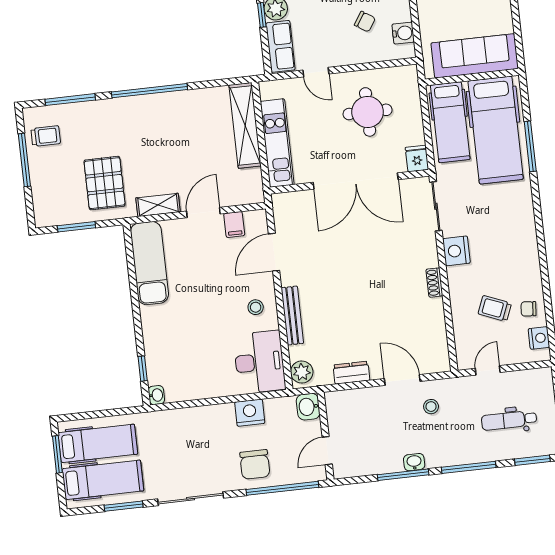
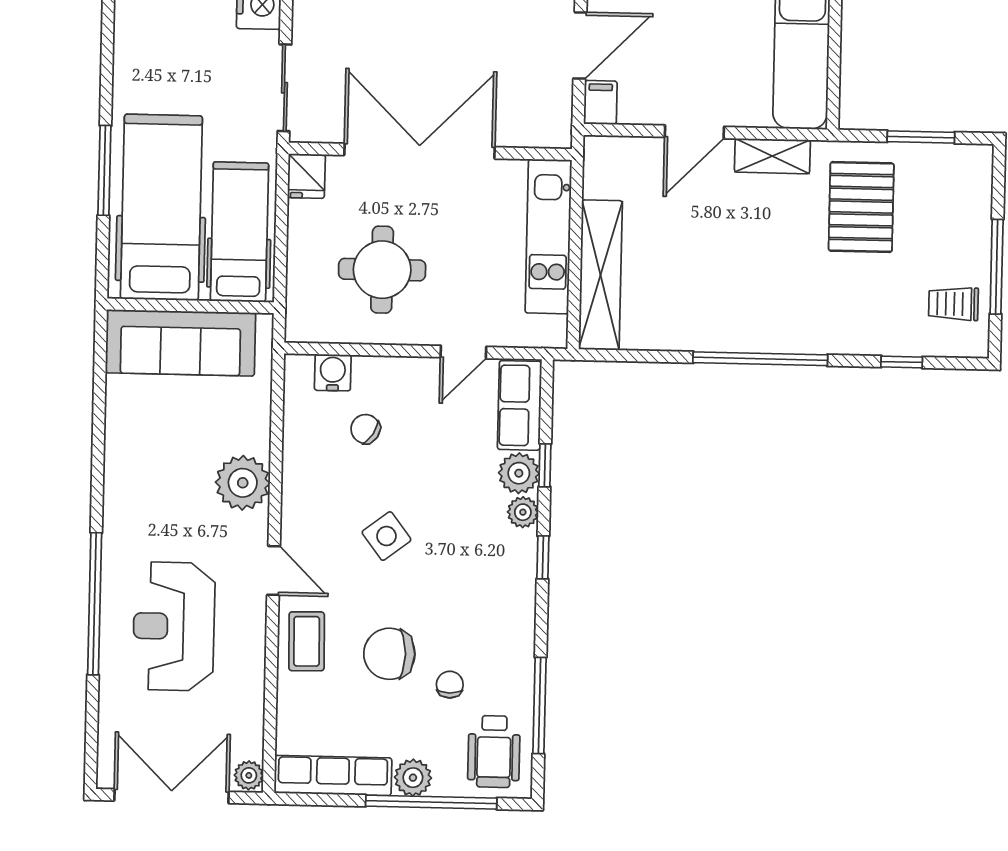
water cooler: (403, 33) -> (333, 373), moved, turned 90
door: (316, 72) -> (463, 352), swing flipped
window: (70, 100) -> (902, 362), width x0.46
filing cabinet: (234, 224) -> (600, 103), moved

